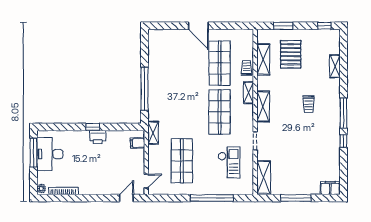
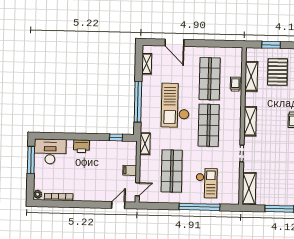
door: (198, 26) -> (174, 43), moved
checkout: (184, 92) -> (175, 105), added
shelving: (249, 93) -> (147, 64), moved
window: (93, 127) -> (116, 137), moved
printer: (98, 137) -> (81, 146), moved
filing cabinet: (138, 143) -> (130, 170), moved
desk: (50, 154) -> (50, 152), moved, turned 90
checkout: (229, 162) -> (206, 183), moved

